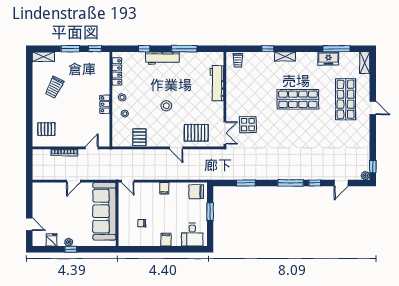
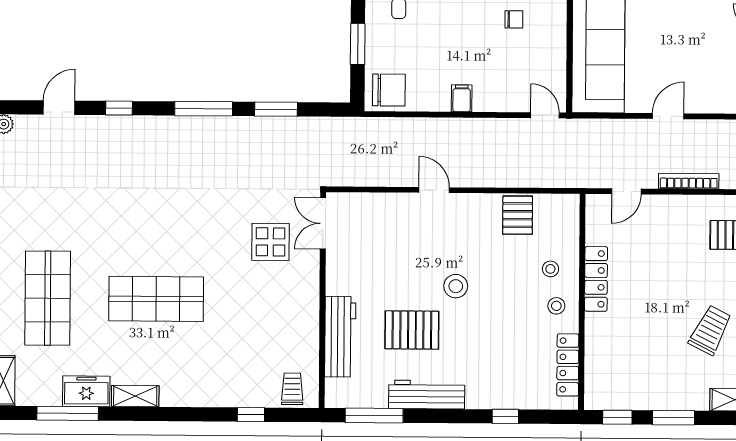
window: (184, 49) -> (374, 416), moved
window: (268, 49) -> (251, 415), moved
shelving: (285, 56) -> (135, 396), moved
workbench: (162, 58) -> (427, 395), moved
locker: (105, 104) -> (596, 279), width x1.53
pallet: (196, 133) -> (412, 330), moved
window: (291, 183) -> (204, 109), moved

